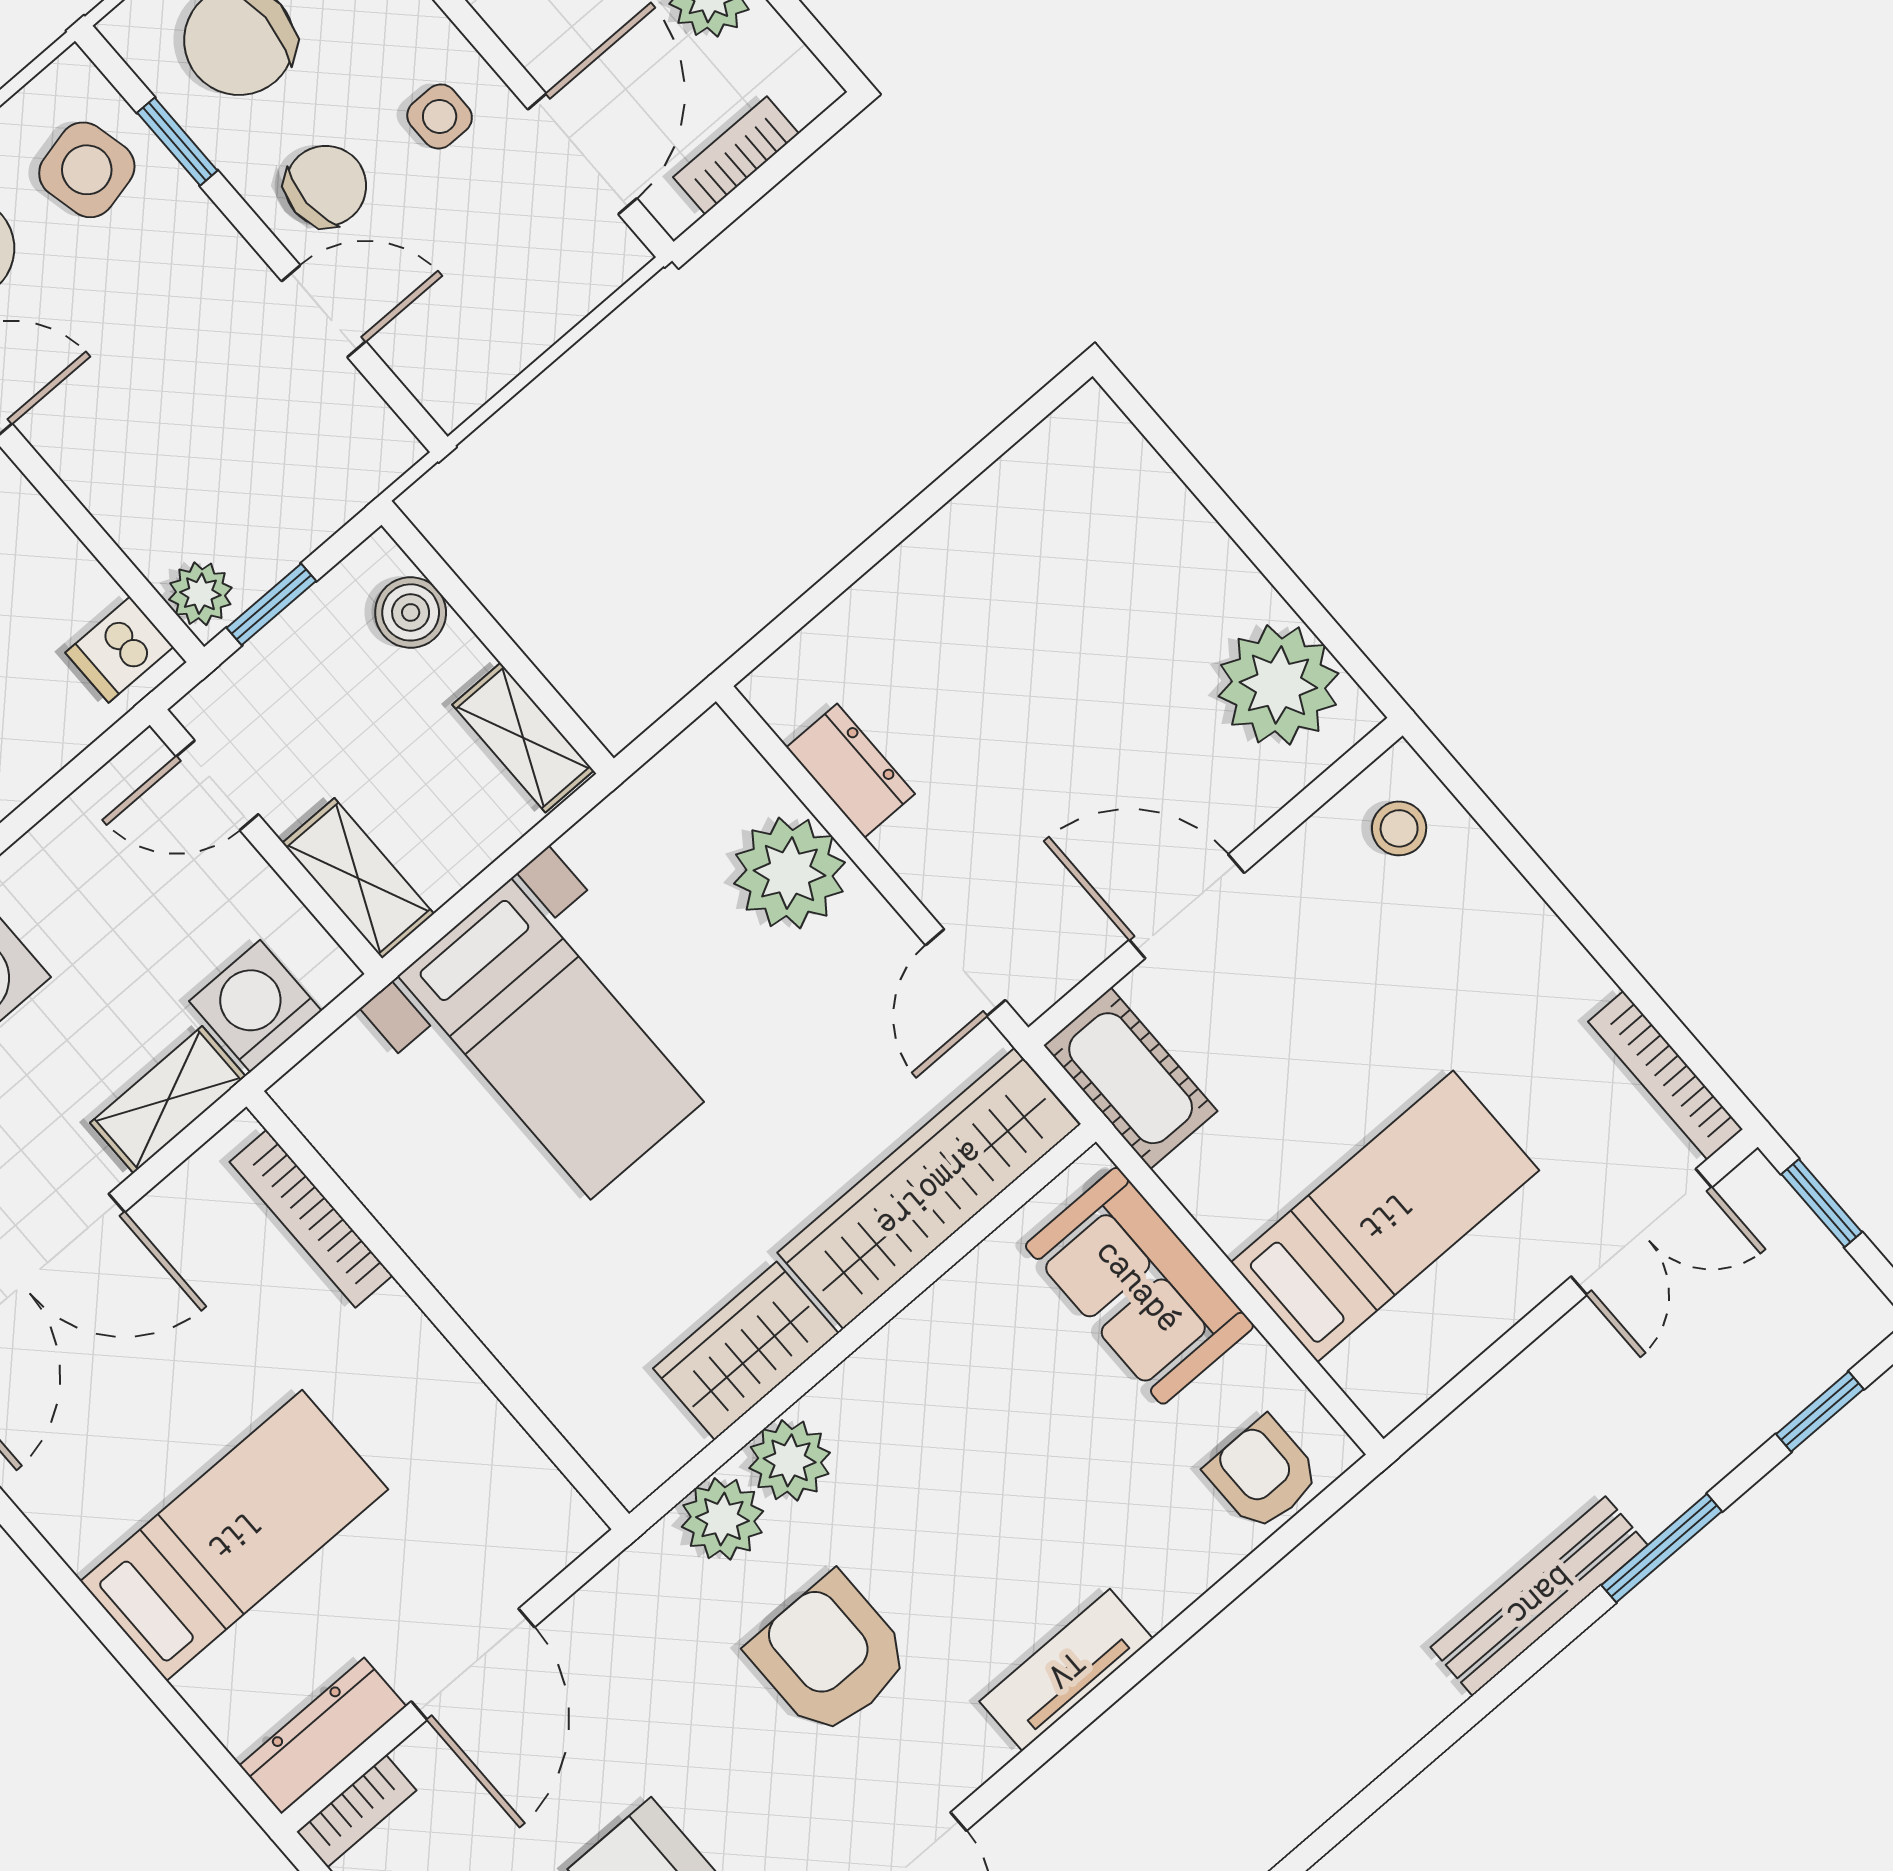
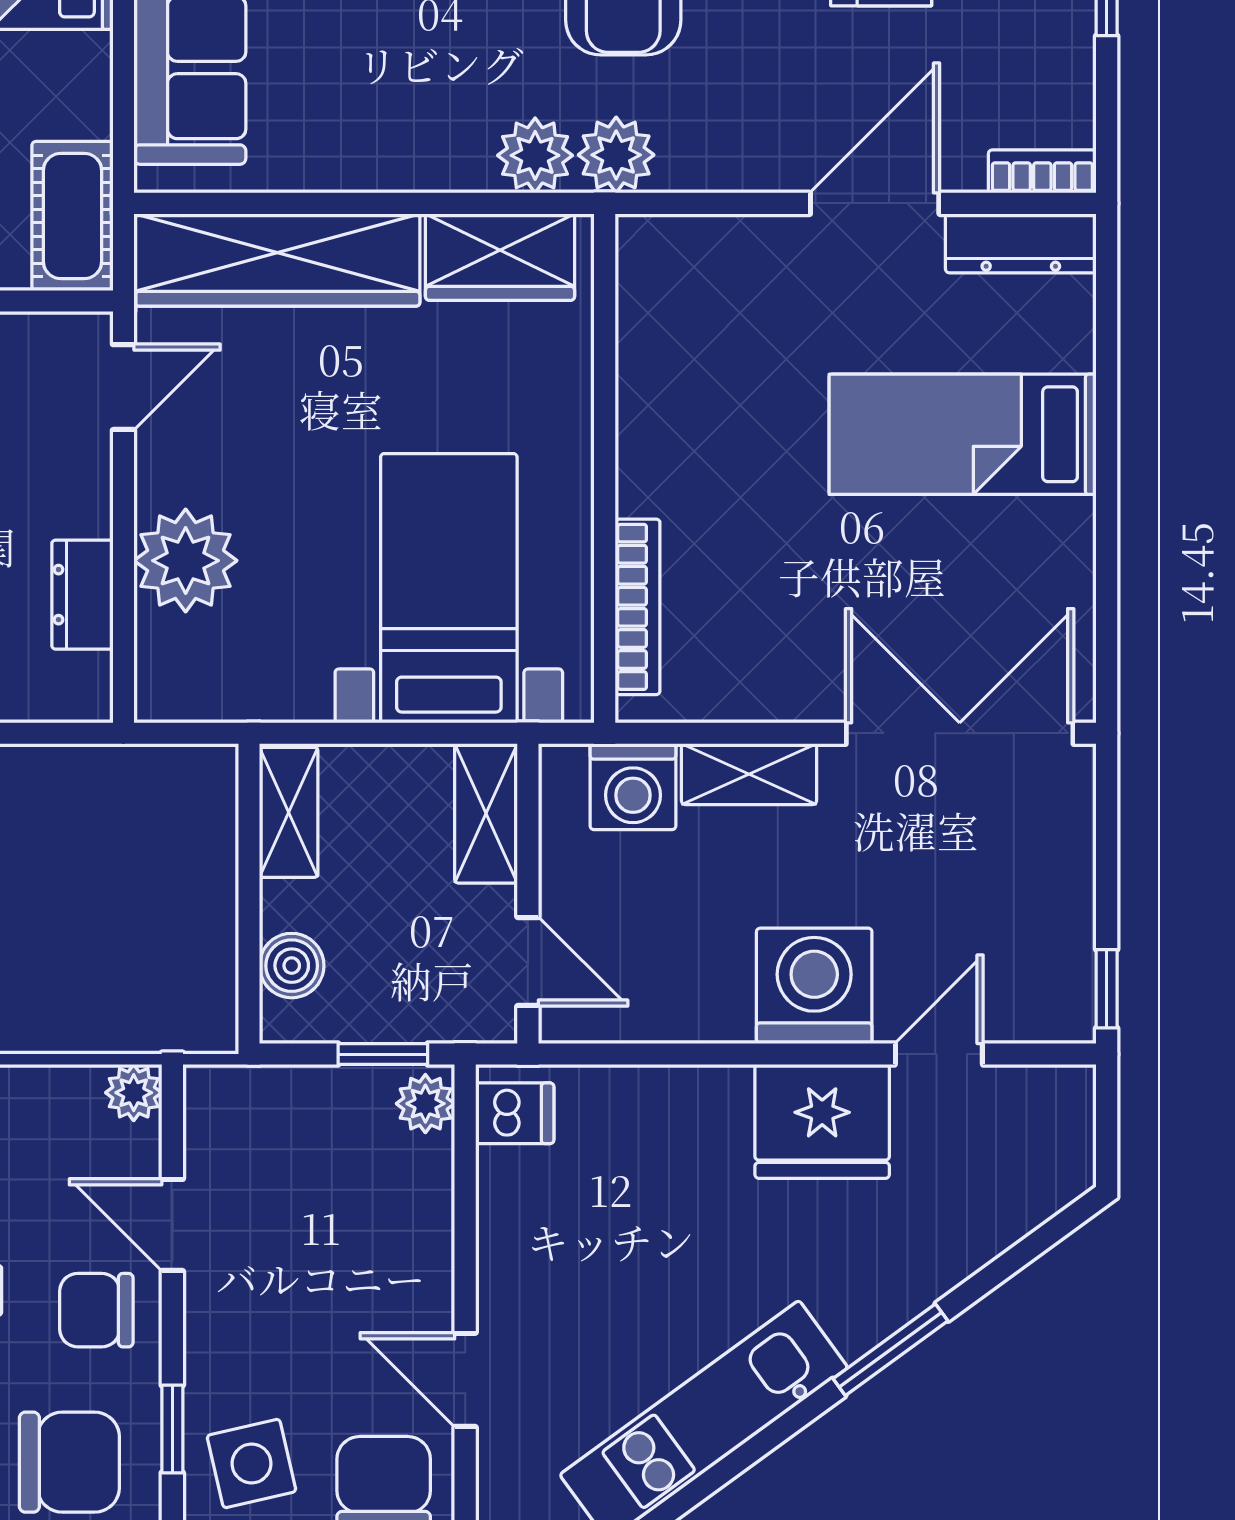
plant: (451, 393) -> (134, 1093), added
bookcase: (311, 1219) -> (638, 607), moved
wall: (438, 1310) -> (605, 468), moved

